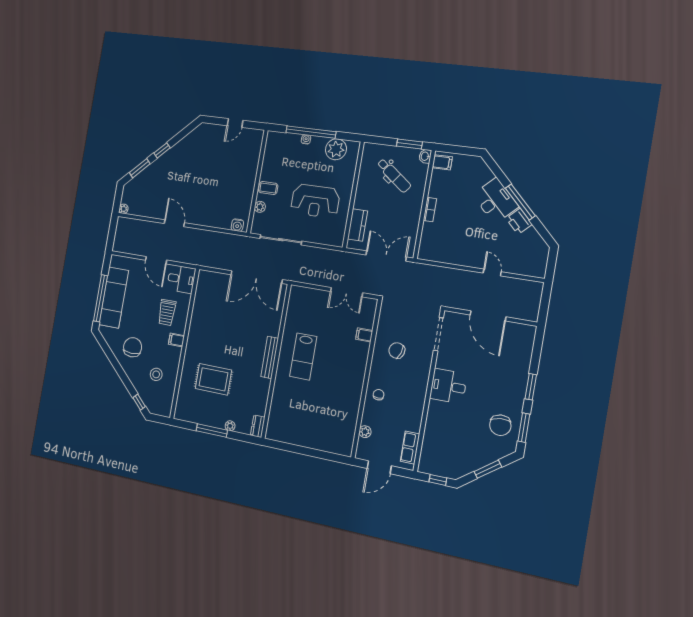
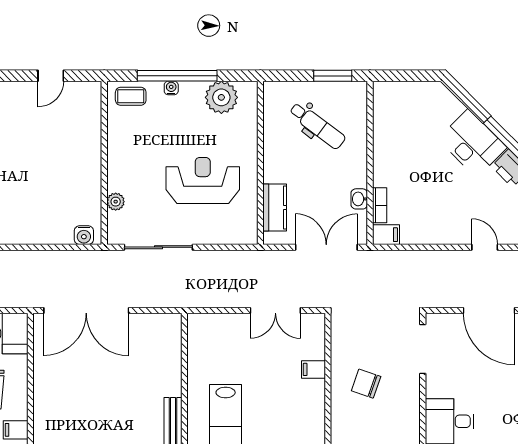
washbasin: (425, 156) -> (359, 199), moved
filing cabinet: (442, 162) -> (386, 235), moved
coffee table: (268, 188) -> (131, 96), moved
reception desk: (315, 201) -> (203, 180), turned 180
bookcase: (430, 210) -> (380, 205), moved
double door: (257, 277) -> (86, 311), moved

